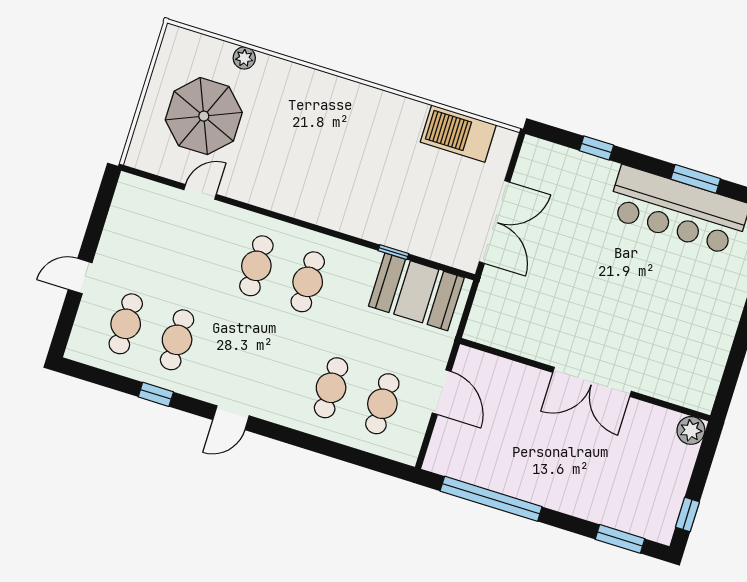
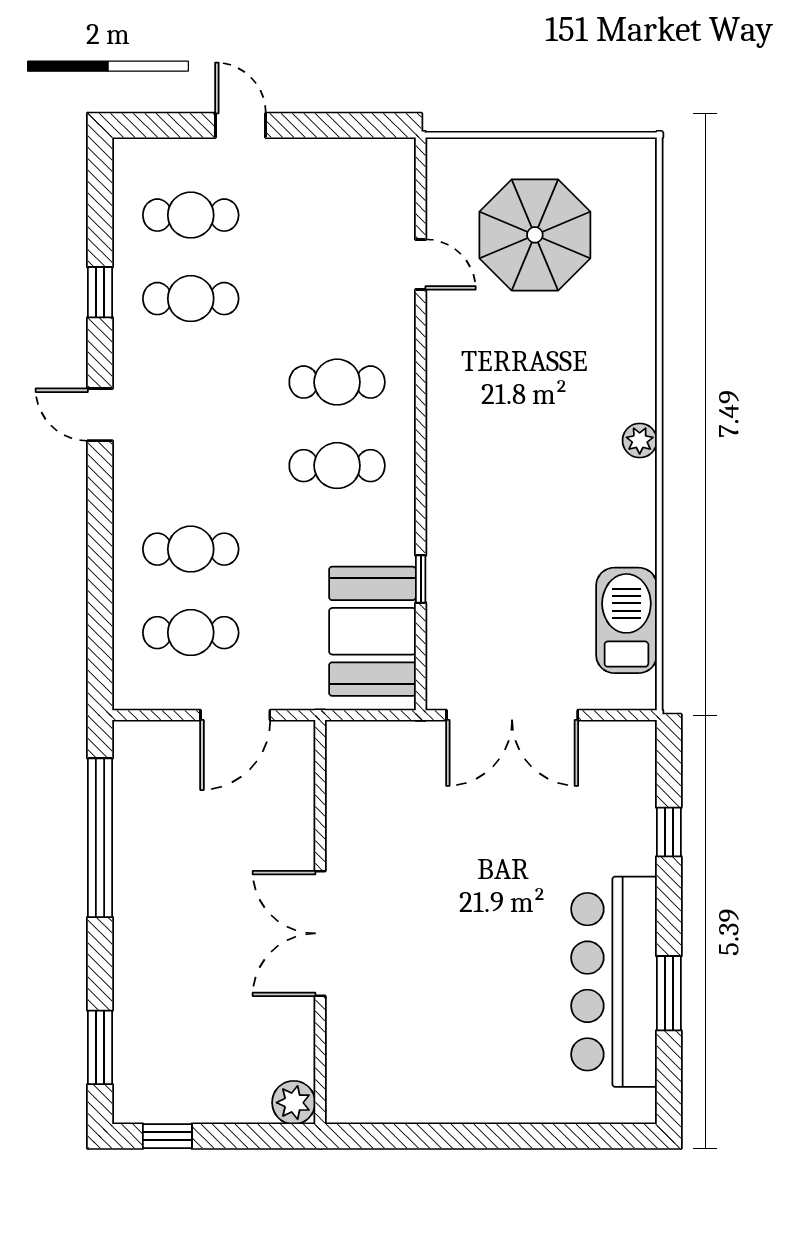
plant: (244, 58) -> (640, 440), moved

